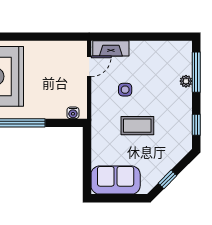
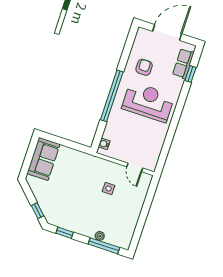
fireplace: (111, 48) -> (143, 188), removed
coffee table: (137, 126) -> (79, 189), removed
window: (167, 179) -> (38, 211), moved

